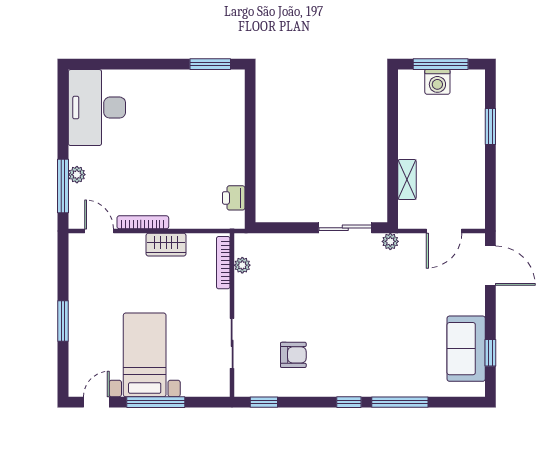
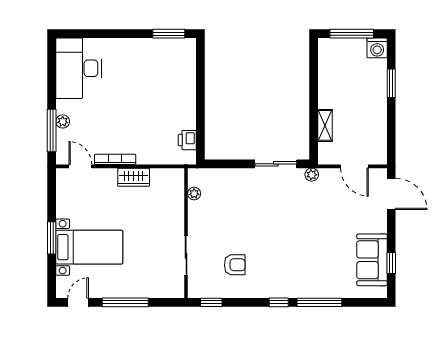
washing machine: (437, 82) -> (377, 48), moved
door: (444, 231) -> (354, 166), hinge flipped
bookcase: (223, 263) -> (179, 191), removed
bed with nightstands: (145, 355) -> (89, 247), moved, turned 90

